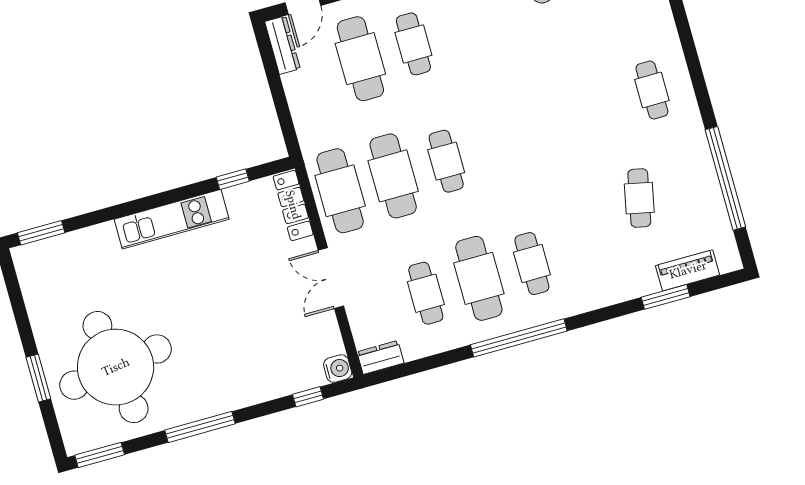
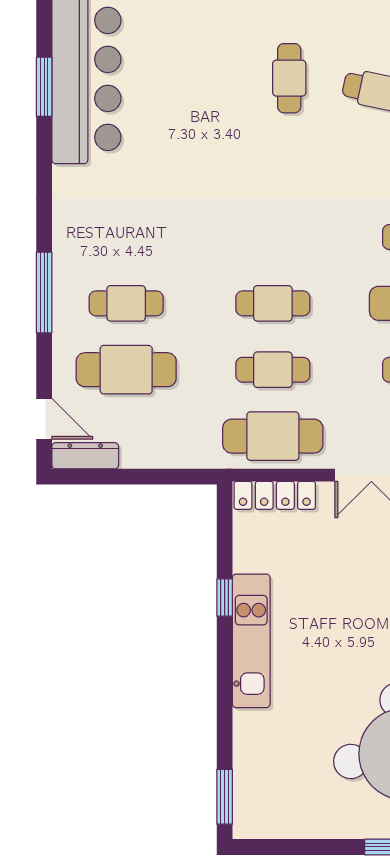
cafe table: (652, 90) -> (289, 78), moved, turned 90
cafe table: (393, 176) -> (273, 370), width x0.73, depth x0.74
window: (233, 179) -> (225, 598), moved

